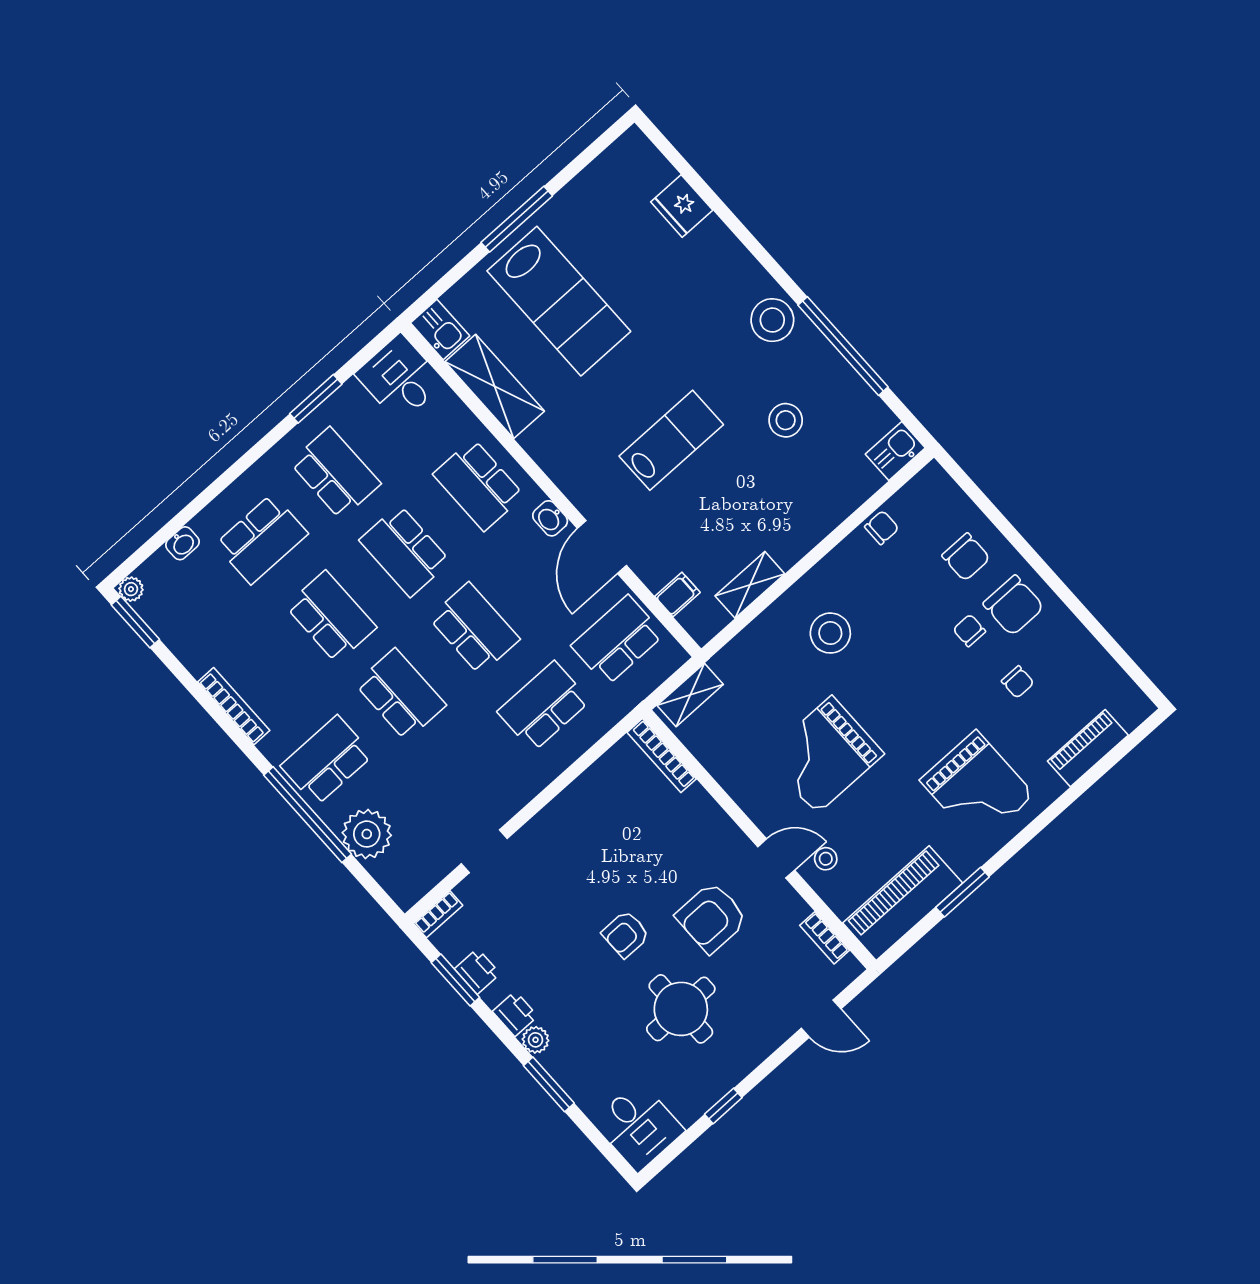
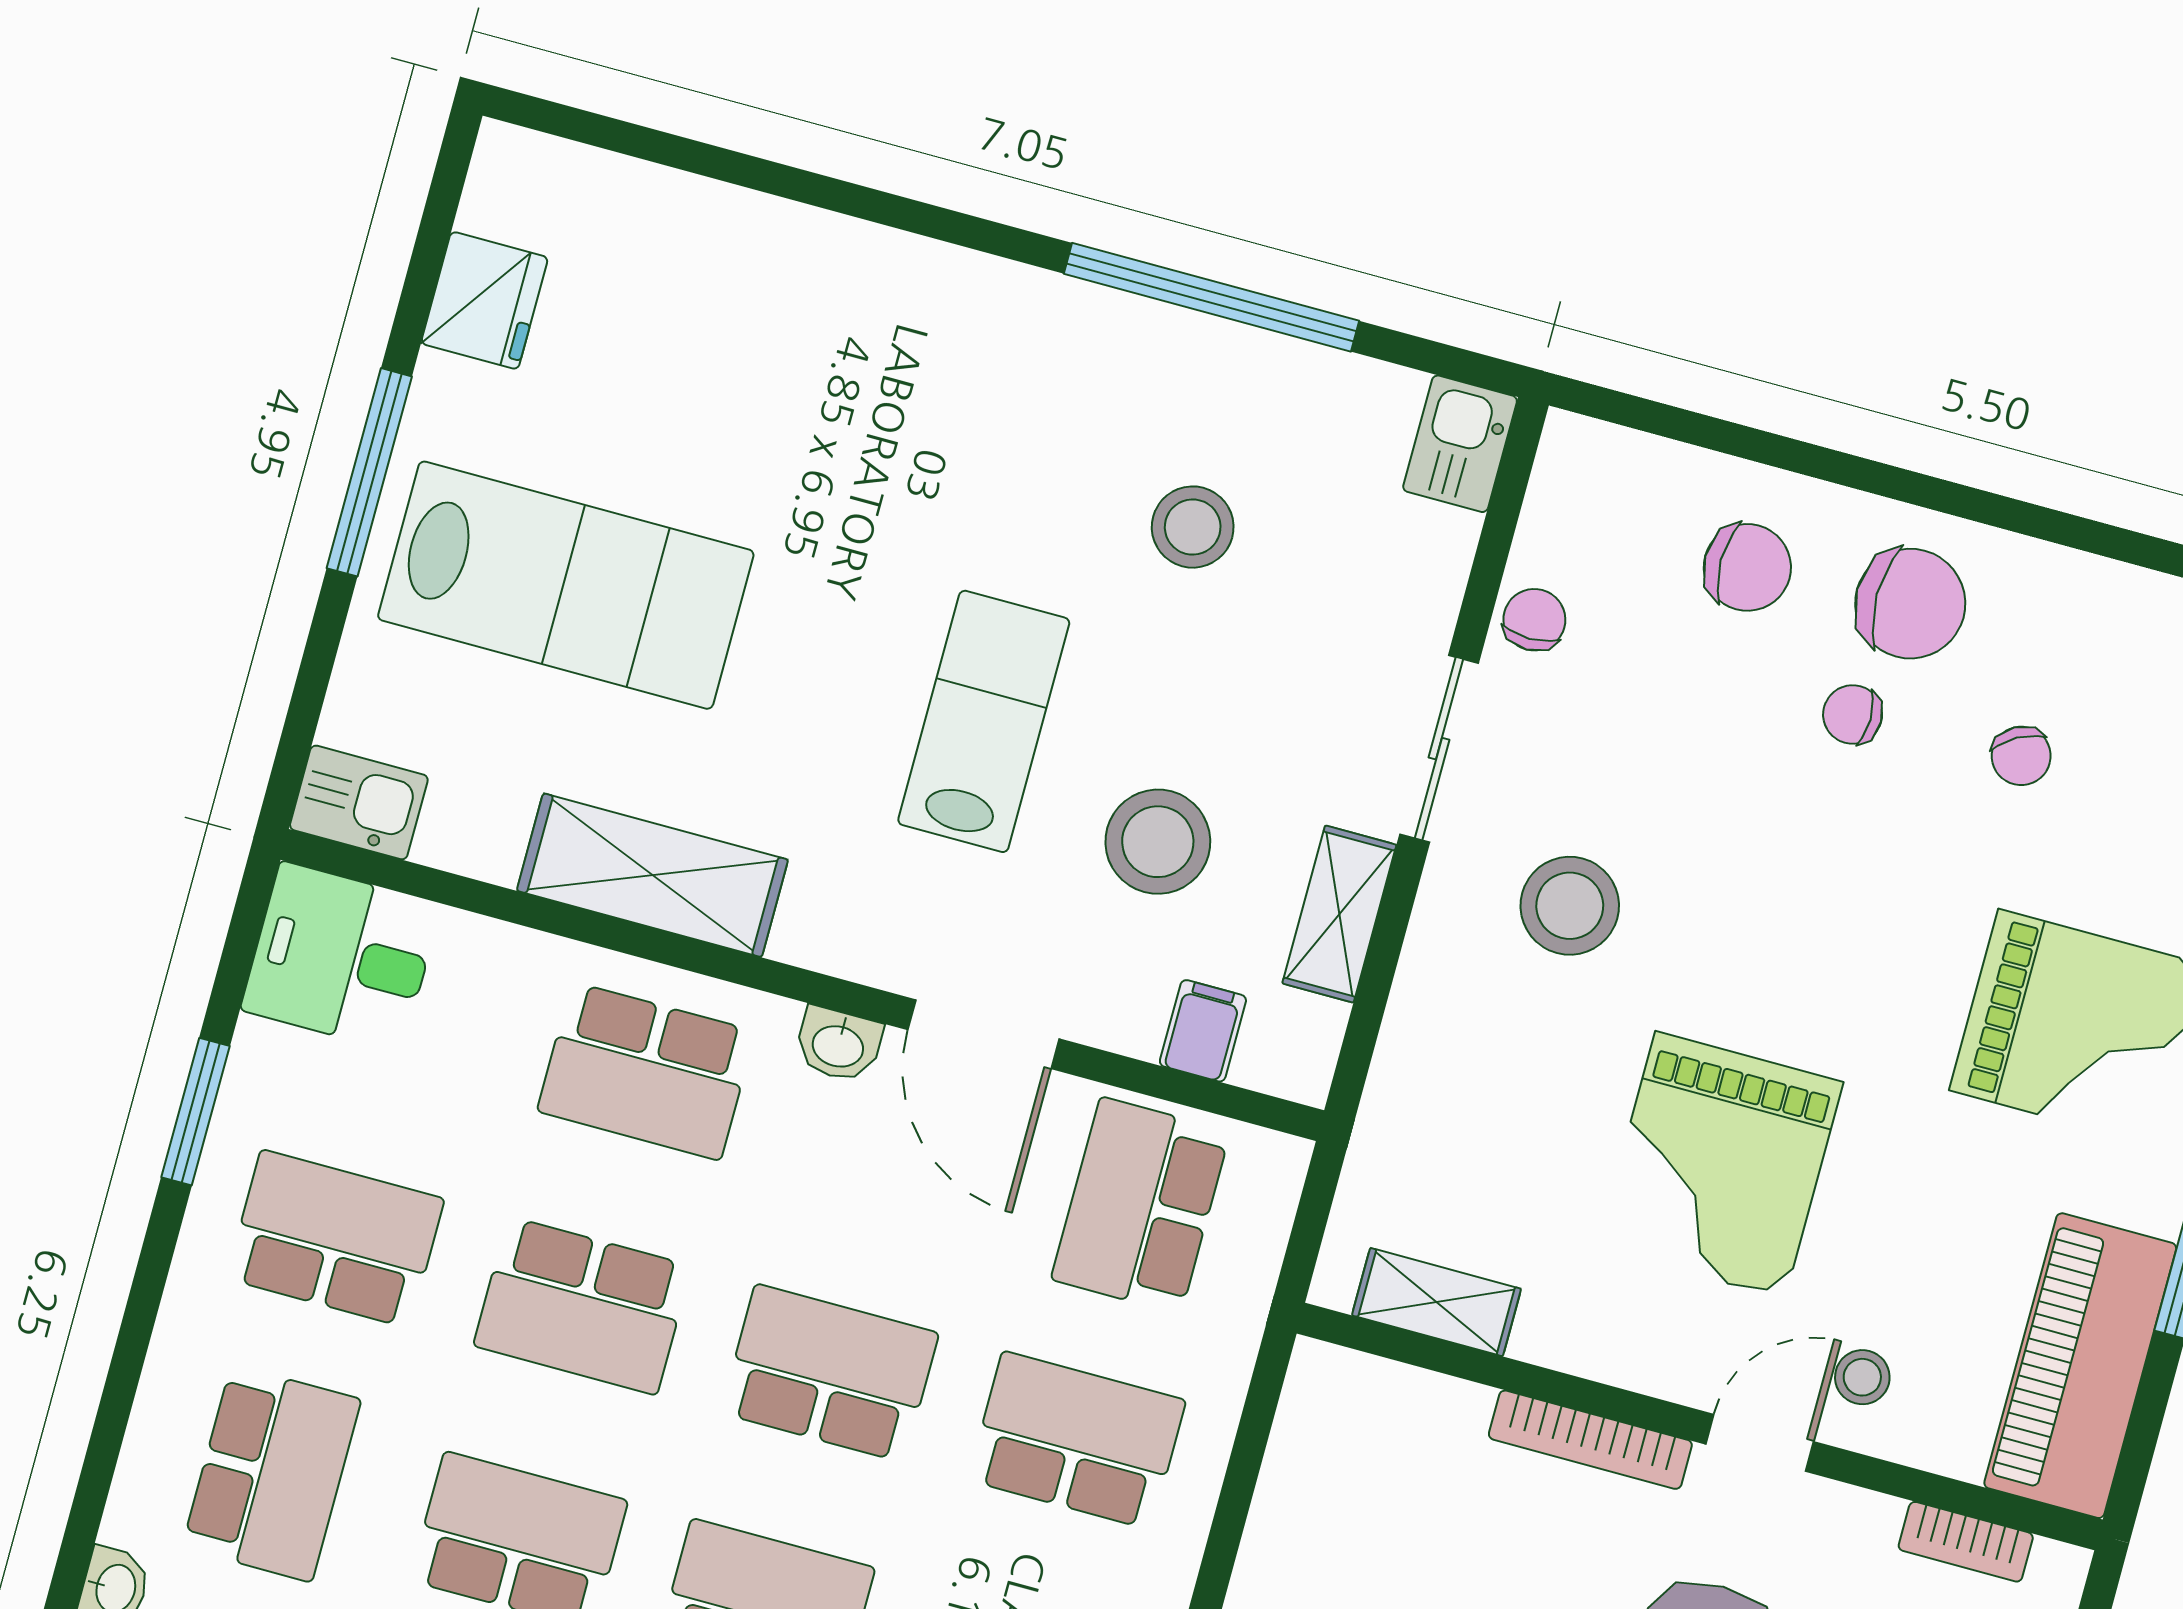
fridge: (682, 206) -> (485, 300), moved, turned -90
stool: (772, 320) -> (1158, 842), moved
shelving: (495, 386) -> (652, 875), moved
sliding door: (821, 550) -> (1439, 749), added
chair: (1018, 682) -> (2021, 756), turned 61
shelving: (690, 695) -> (1436, 1302), moved, turned 90
school desk: (544, 706) -> (1077, 1440), turned 90
bookcase: (662, 756) -> (1590, 1440), moved

